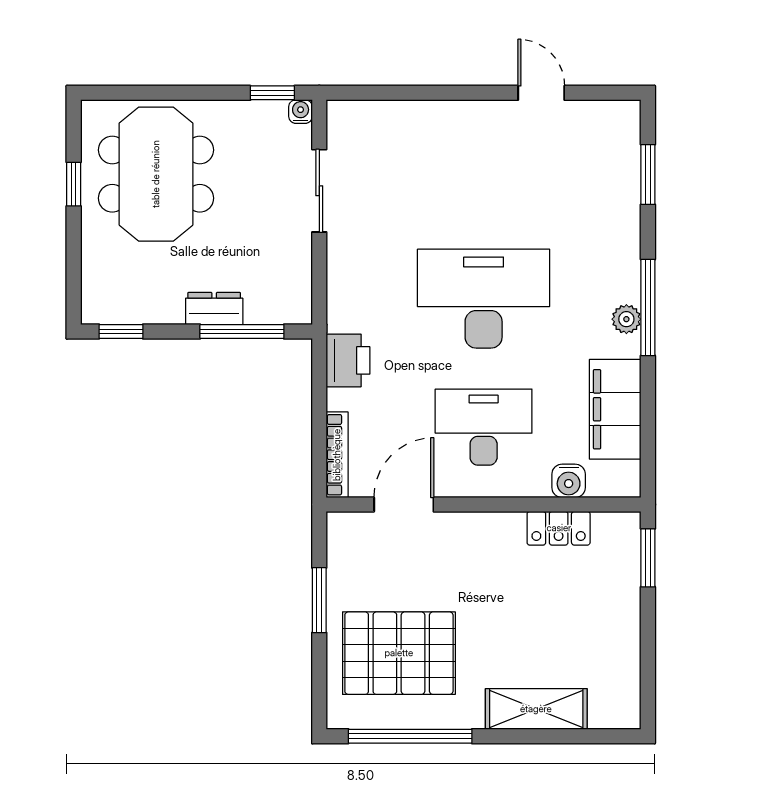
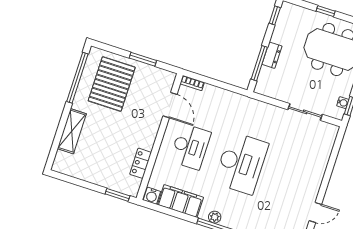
water cooler: (301, 112) -> (343, 103), moved
window: (74, 184) -> (326, 11), moved
printer: (348, 360) -> (234, 102), removed
bookcase: (337, 455) -> (192, 83), width x0.64
water cooler: (569, 481) -> (152, 196), moved, turned -90

